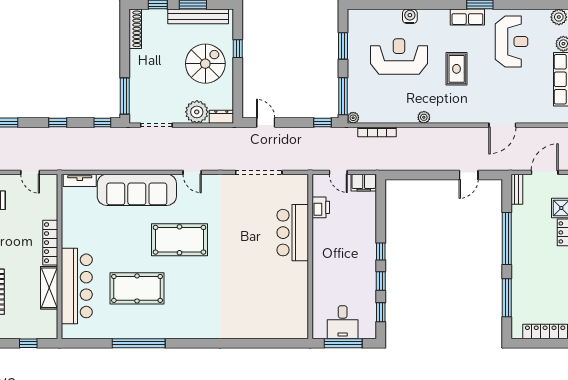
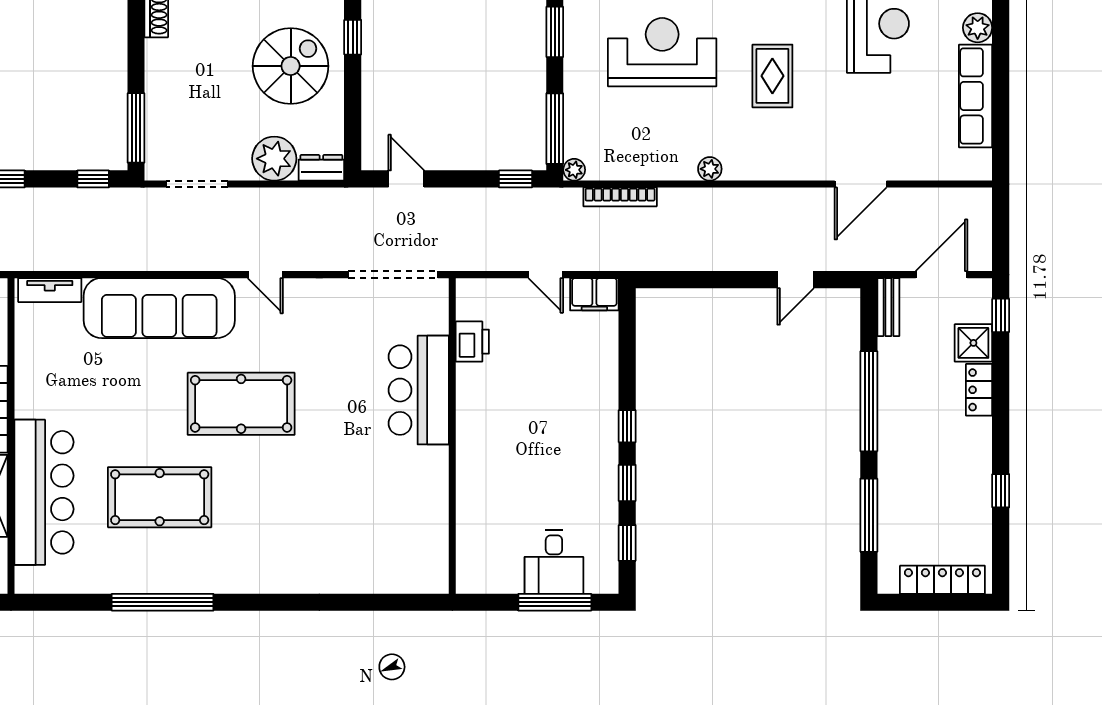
printer: (321, 207) -> (472, 342), moved
bar counter: (293, 233) -> (419, 390), moved
wall: (310, 256) -> (452, 436), moved

